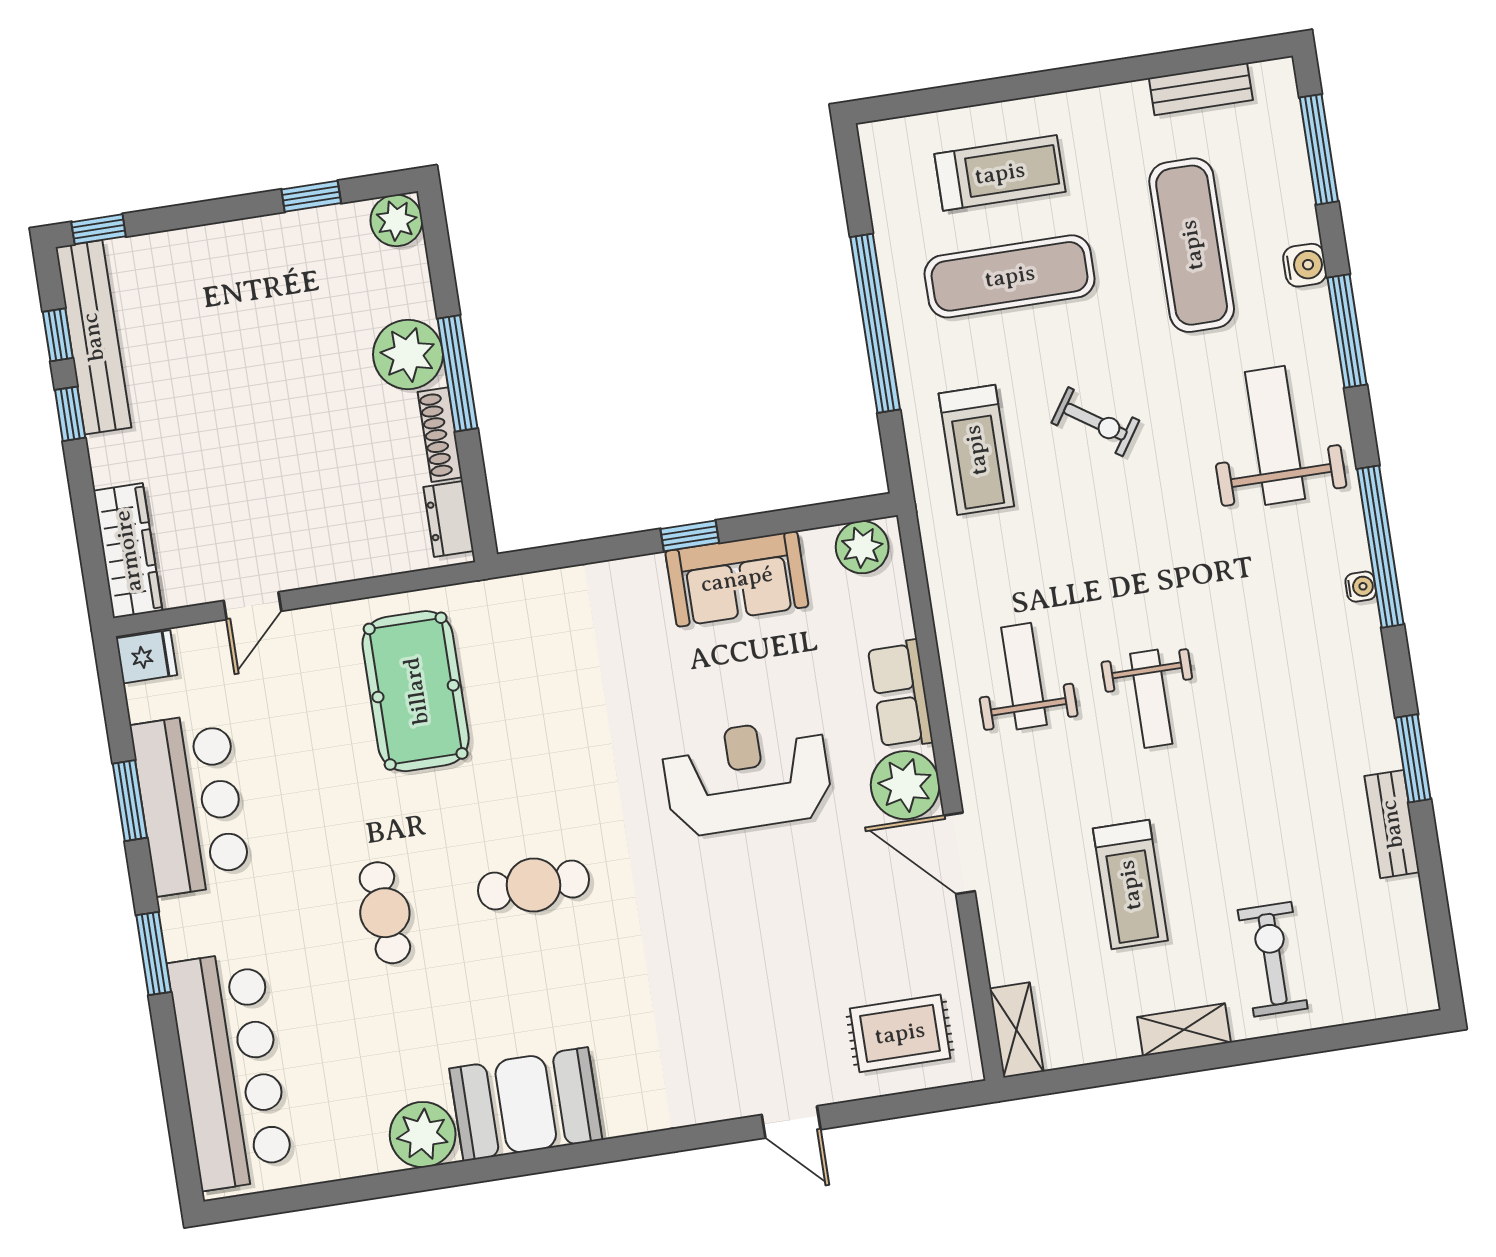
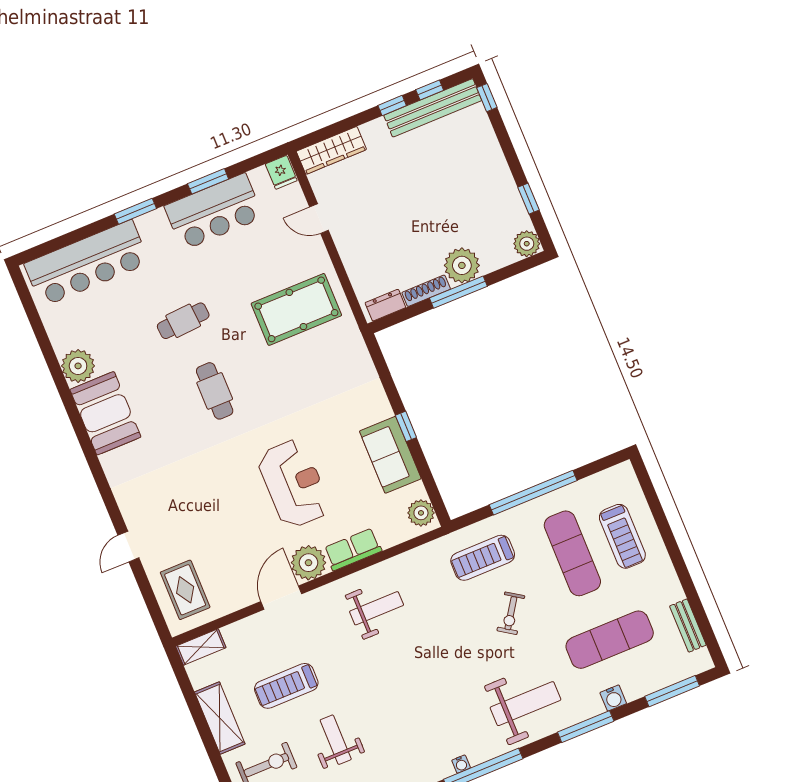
weight bench: (1151, 699) -> (336, 740), moved, turned 90
shelving: (1184, 1030) -> (220, 718), width x1.50, depth x1.33

